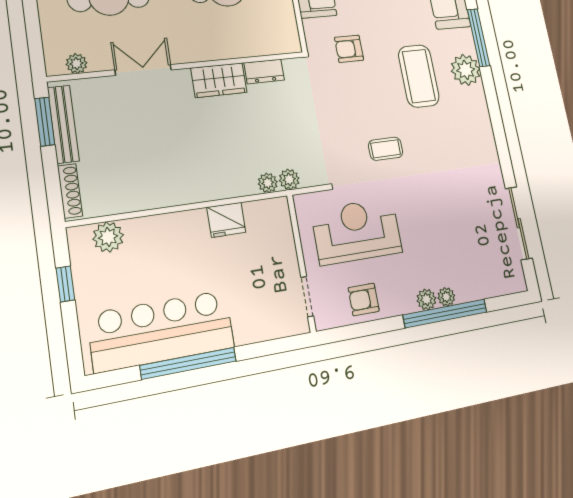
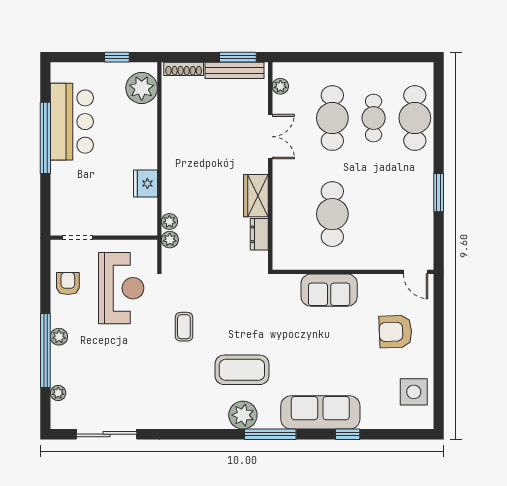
armchair: (349, 49) -> (271, 311), removed
plant: (108, 237) -> (142, 88), width x1.36, depth x1.36
plant: (446, 297) -> (58, 393), moved
bar counter: (161, 331) -> (72, 122), width x0.73

